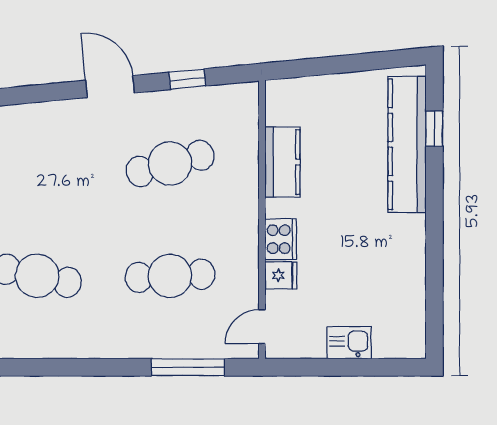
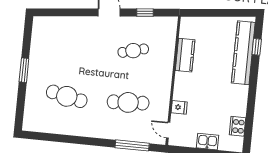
cafe table: (170, 163) -> (133, 51), width x0.73, depth x0.74
cooker: (281, 239) -> (238, 126), moved, turned 180
door: (262, 327) -> (168, 130), hinge flipped

